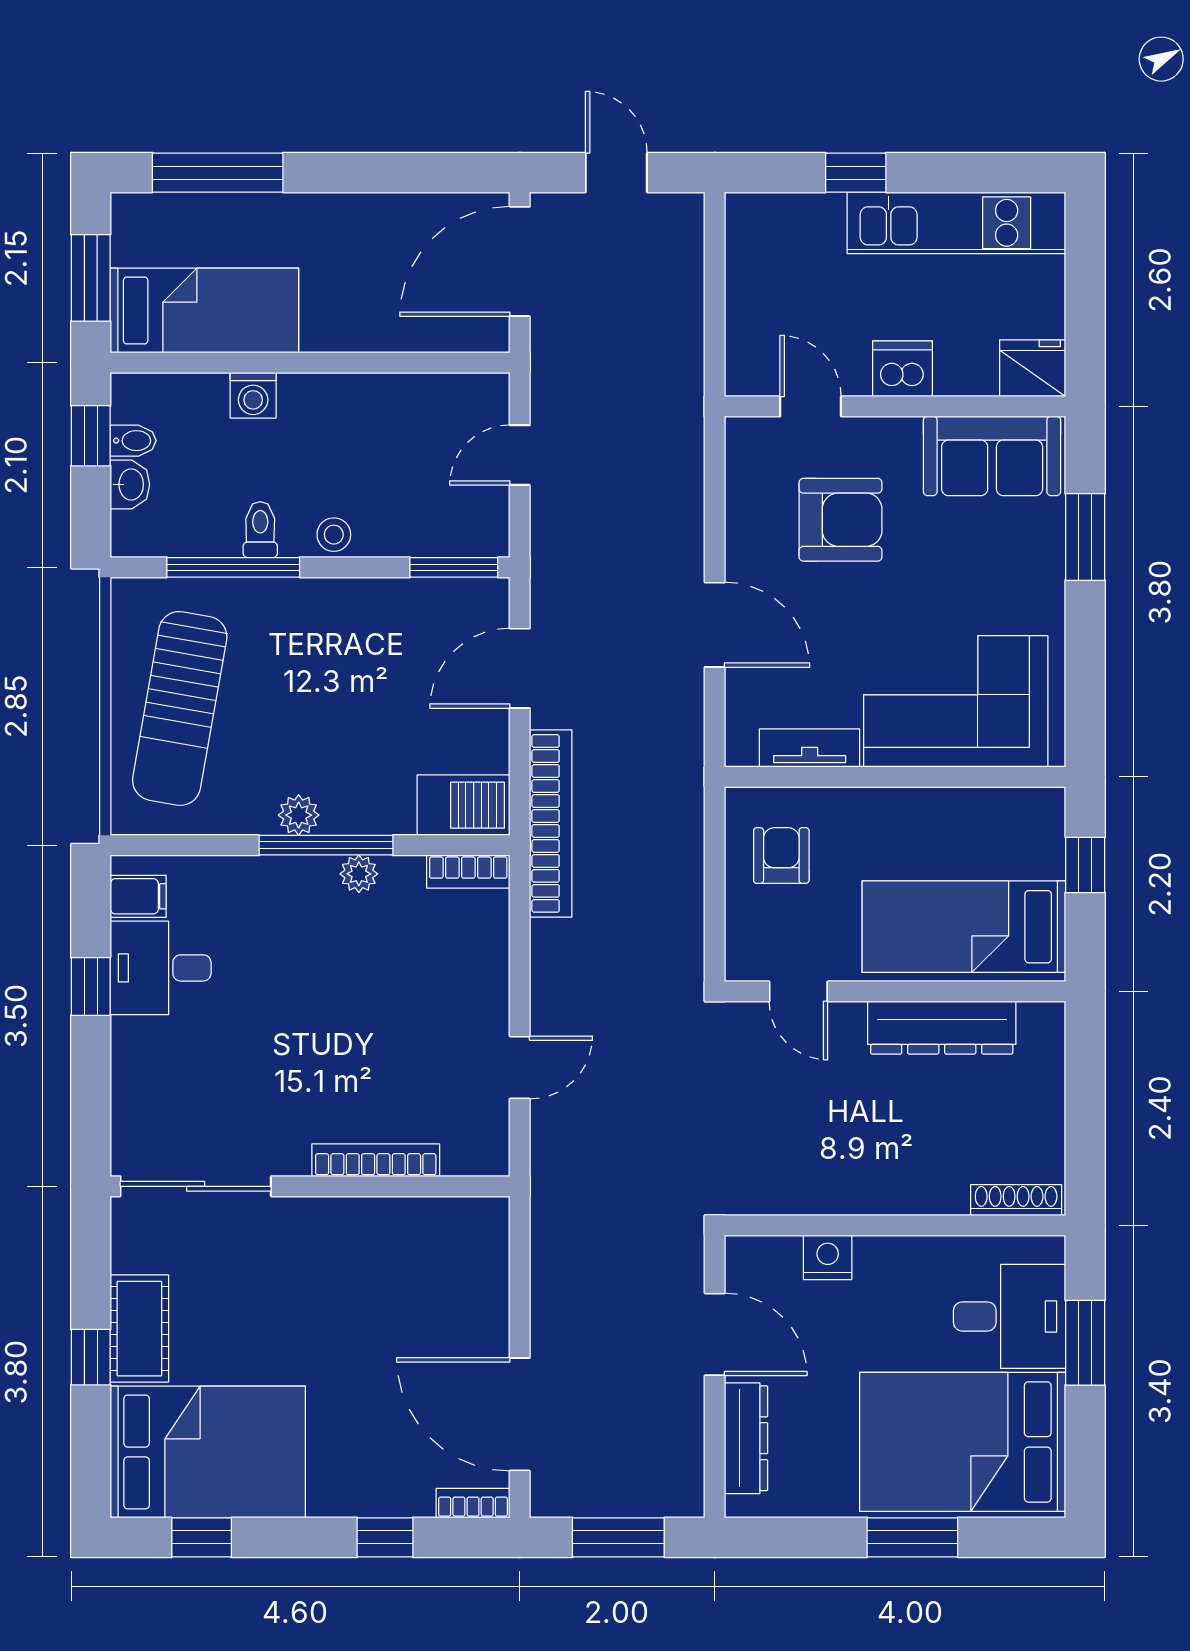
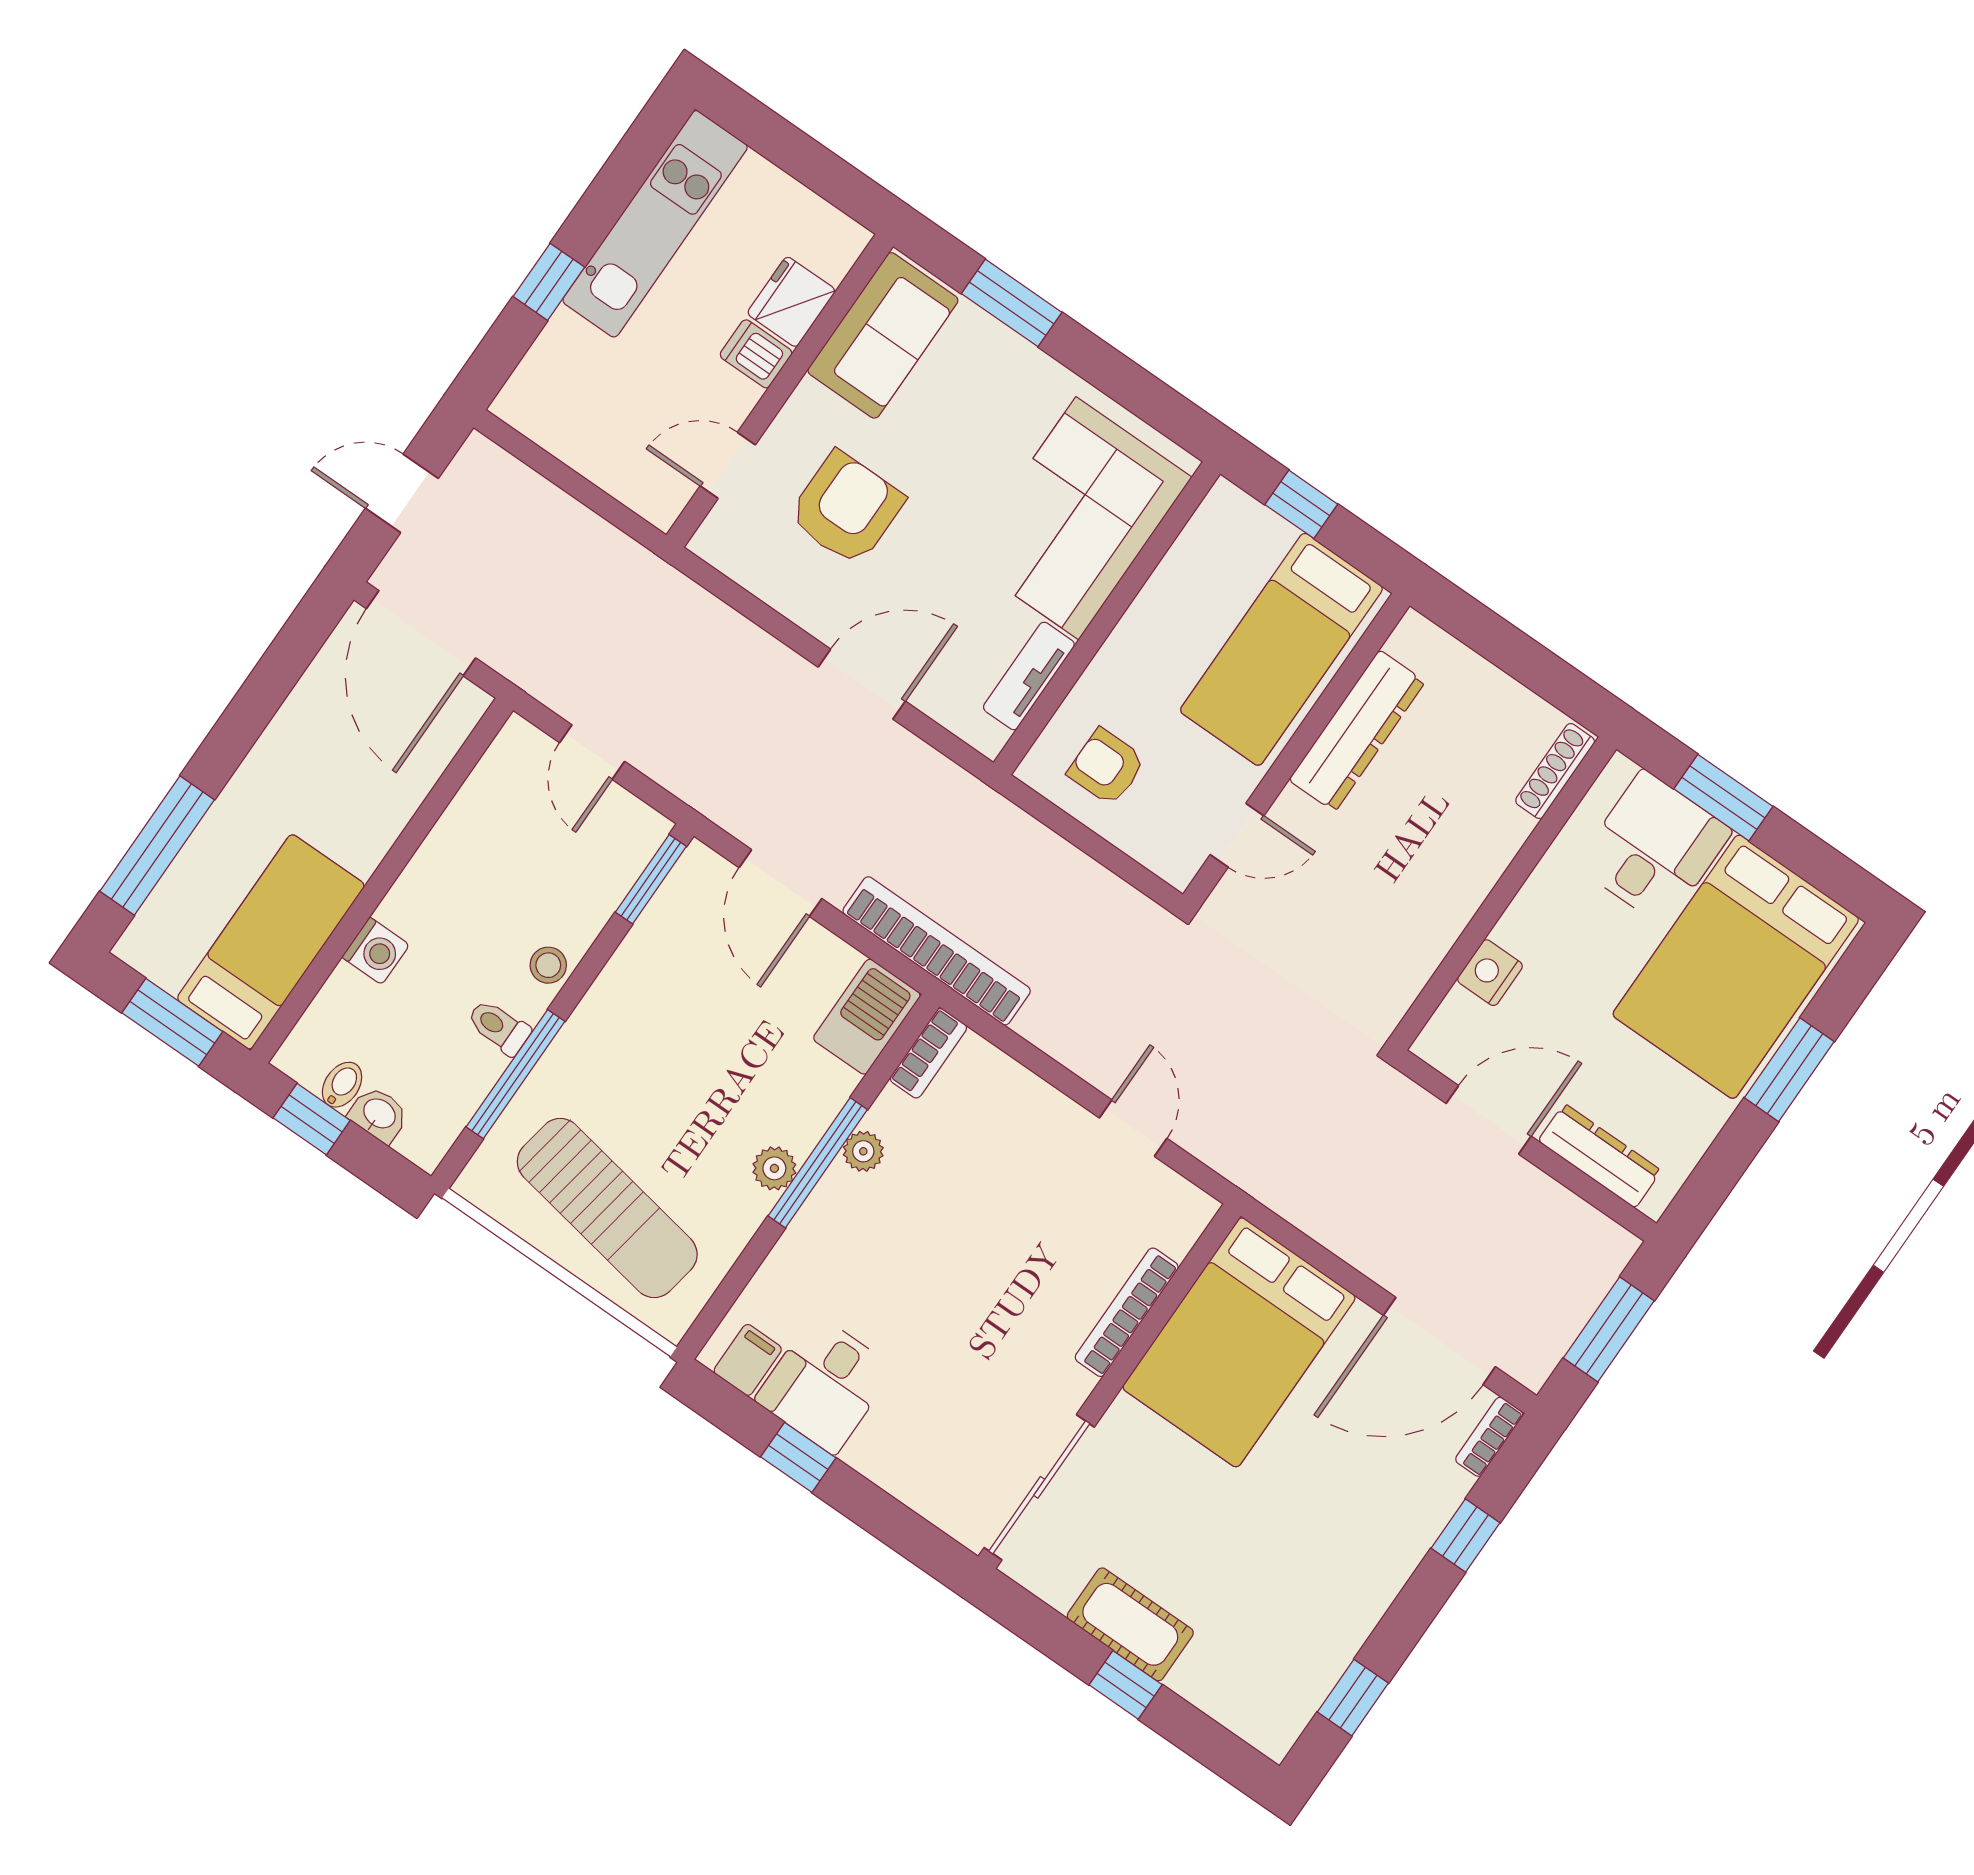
fridge: (1033, 368) -> (791, 302), moved
dishwasher: (902, 369) -> (756, 354), width x0.73
bed: (208, 1452) -> (1239, 1342), moved, turned 180

